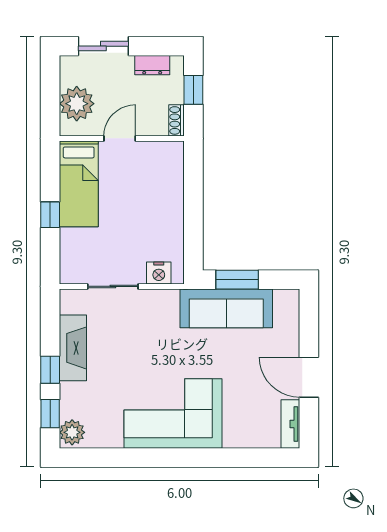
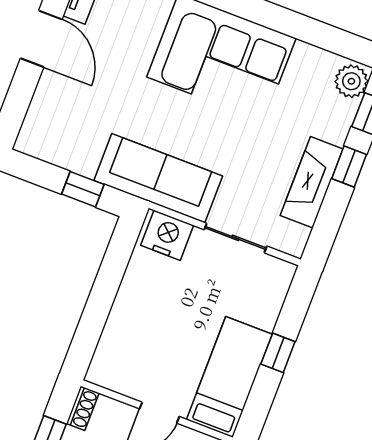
nightstand: (159, 273) -> (167, 235), width x1.36, depth x1.33
window: (237, 280) -> (83, 189), width x0.67
sofa: (226, 308) -> (158, 178), moved

